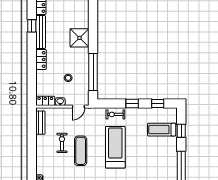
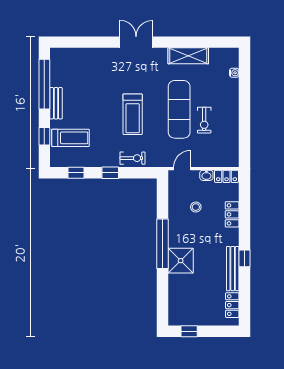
window: (32, 26) -> (245, 258), moved
locker: (41, 59) -> (232, 214), moved
window: (93, 72) -> (163, 244), moved
bench: (40, 123) -> (56, 103), moved
treadmill: (115, 147) -> (133, 114), width x0.73, depth x0.73
exercise mat: (81, 151) -> (179, 109), width x1.36, depth x1.45

